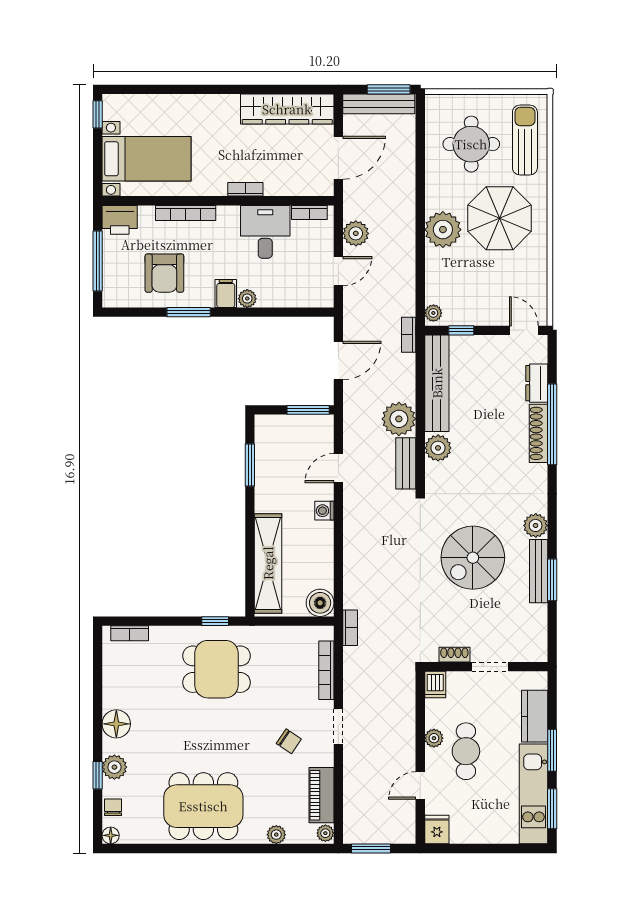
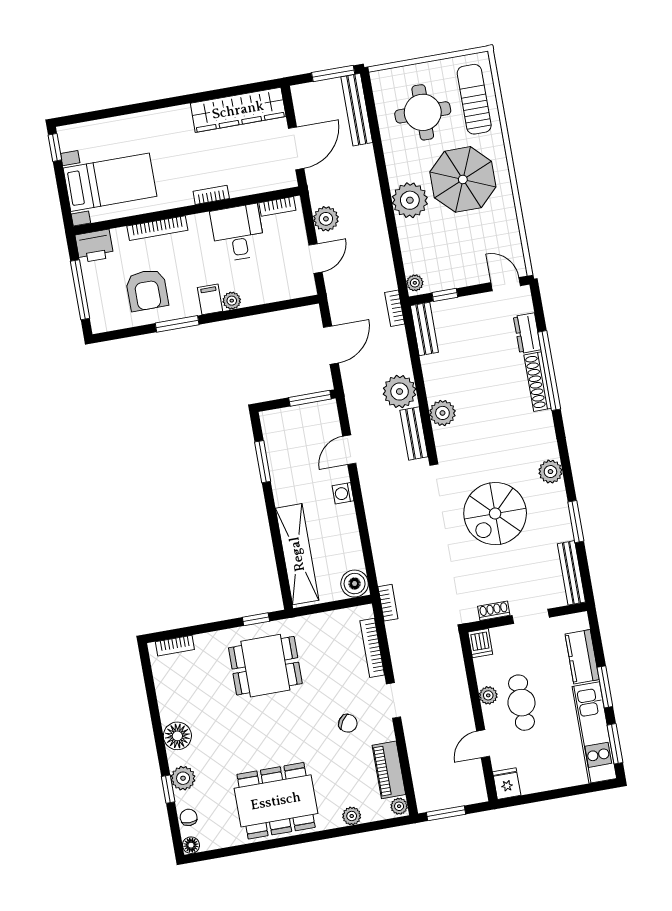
bench: (379, 104) -> (357, 110), moved, turned 90
bench: (437, 383) -> (424, 329), width x0.54, depth x0.82
bench: (539, 571) -> (571, 573), moved

